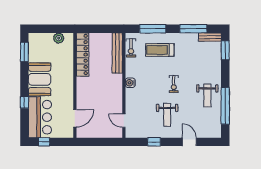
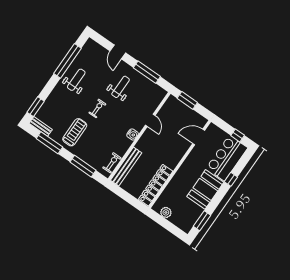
treadmill: (160, 50) -> (75, 132), moved, turned -90
door: (124, 121) -> (150, 120), moved
window: (105, 142) -> (187, 100), added
window: (154, 142) -> (147, 72), width x2.17

